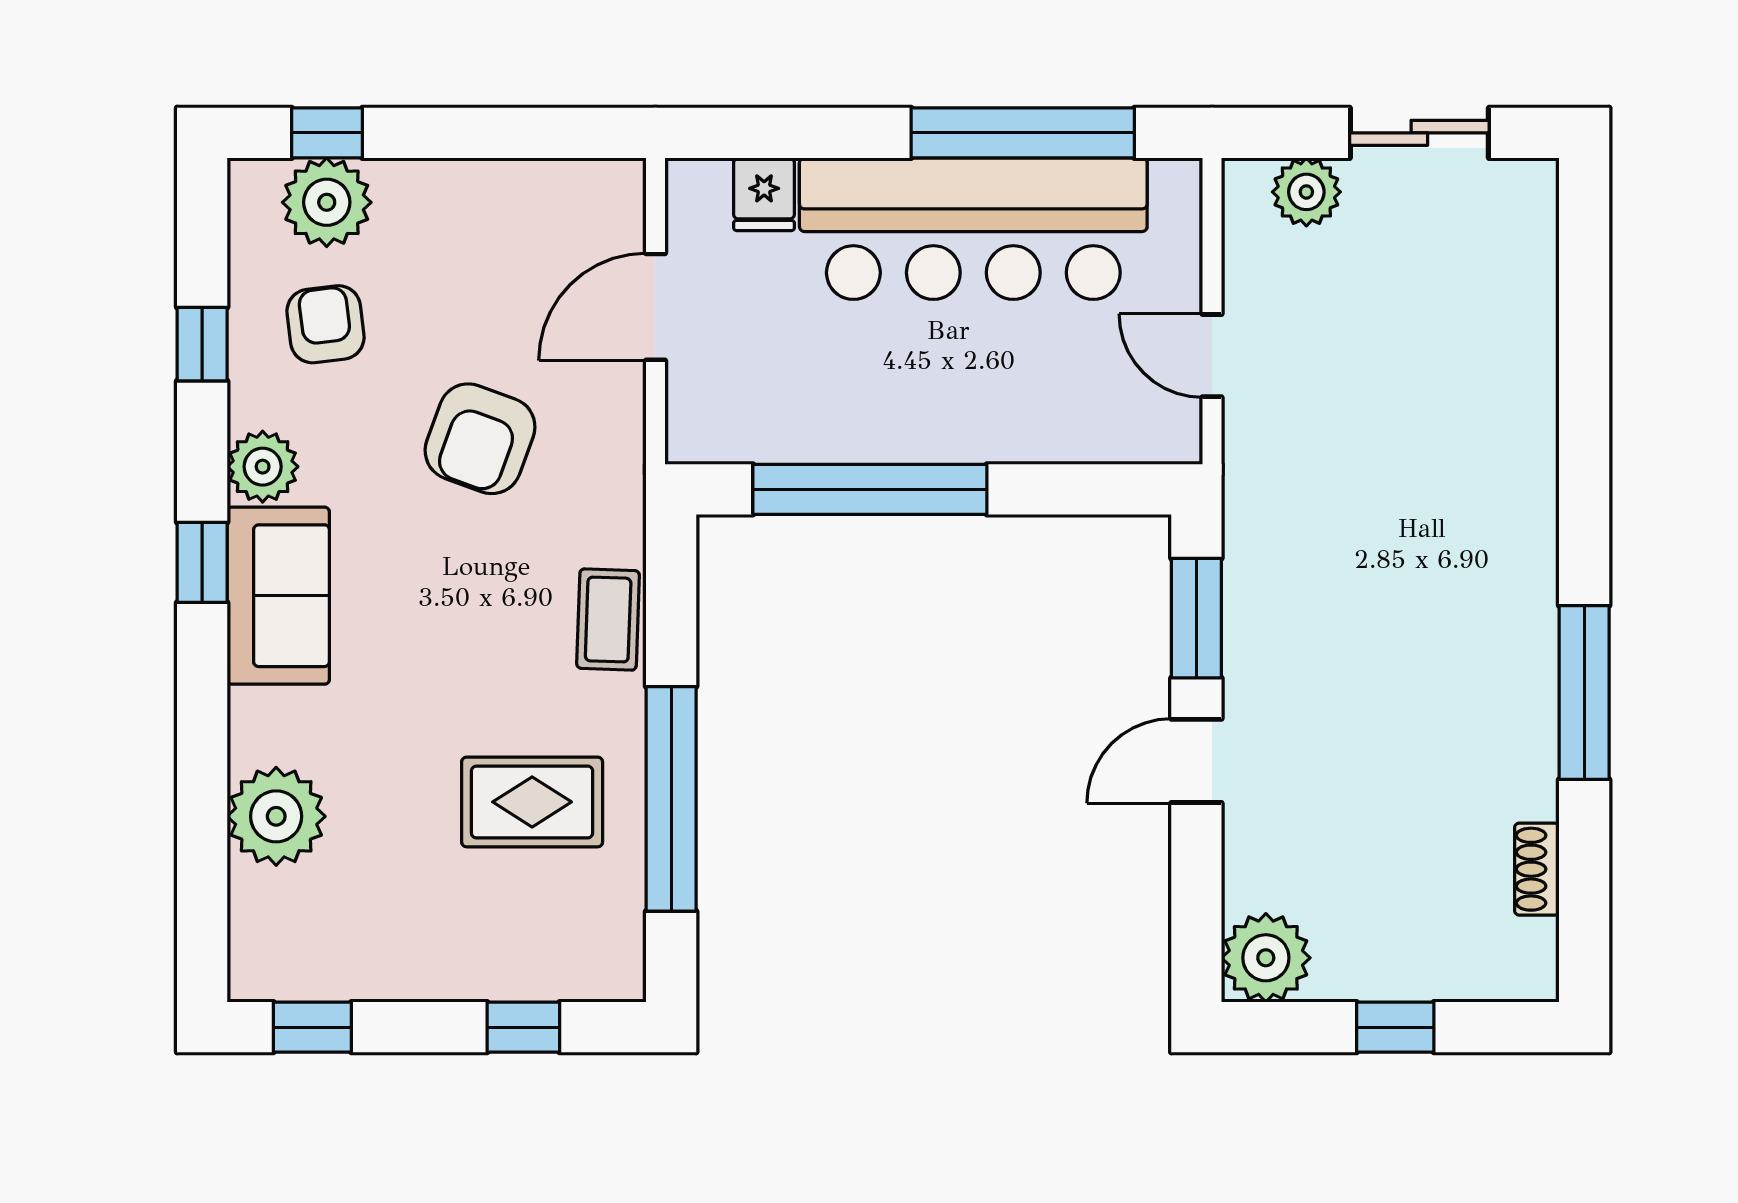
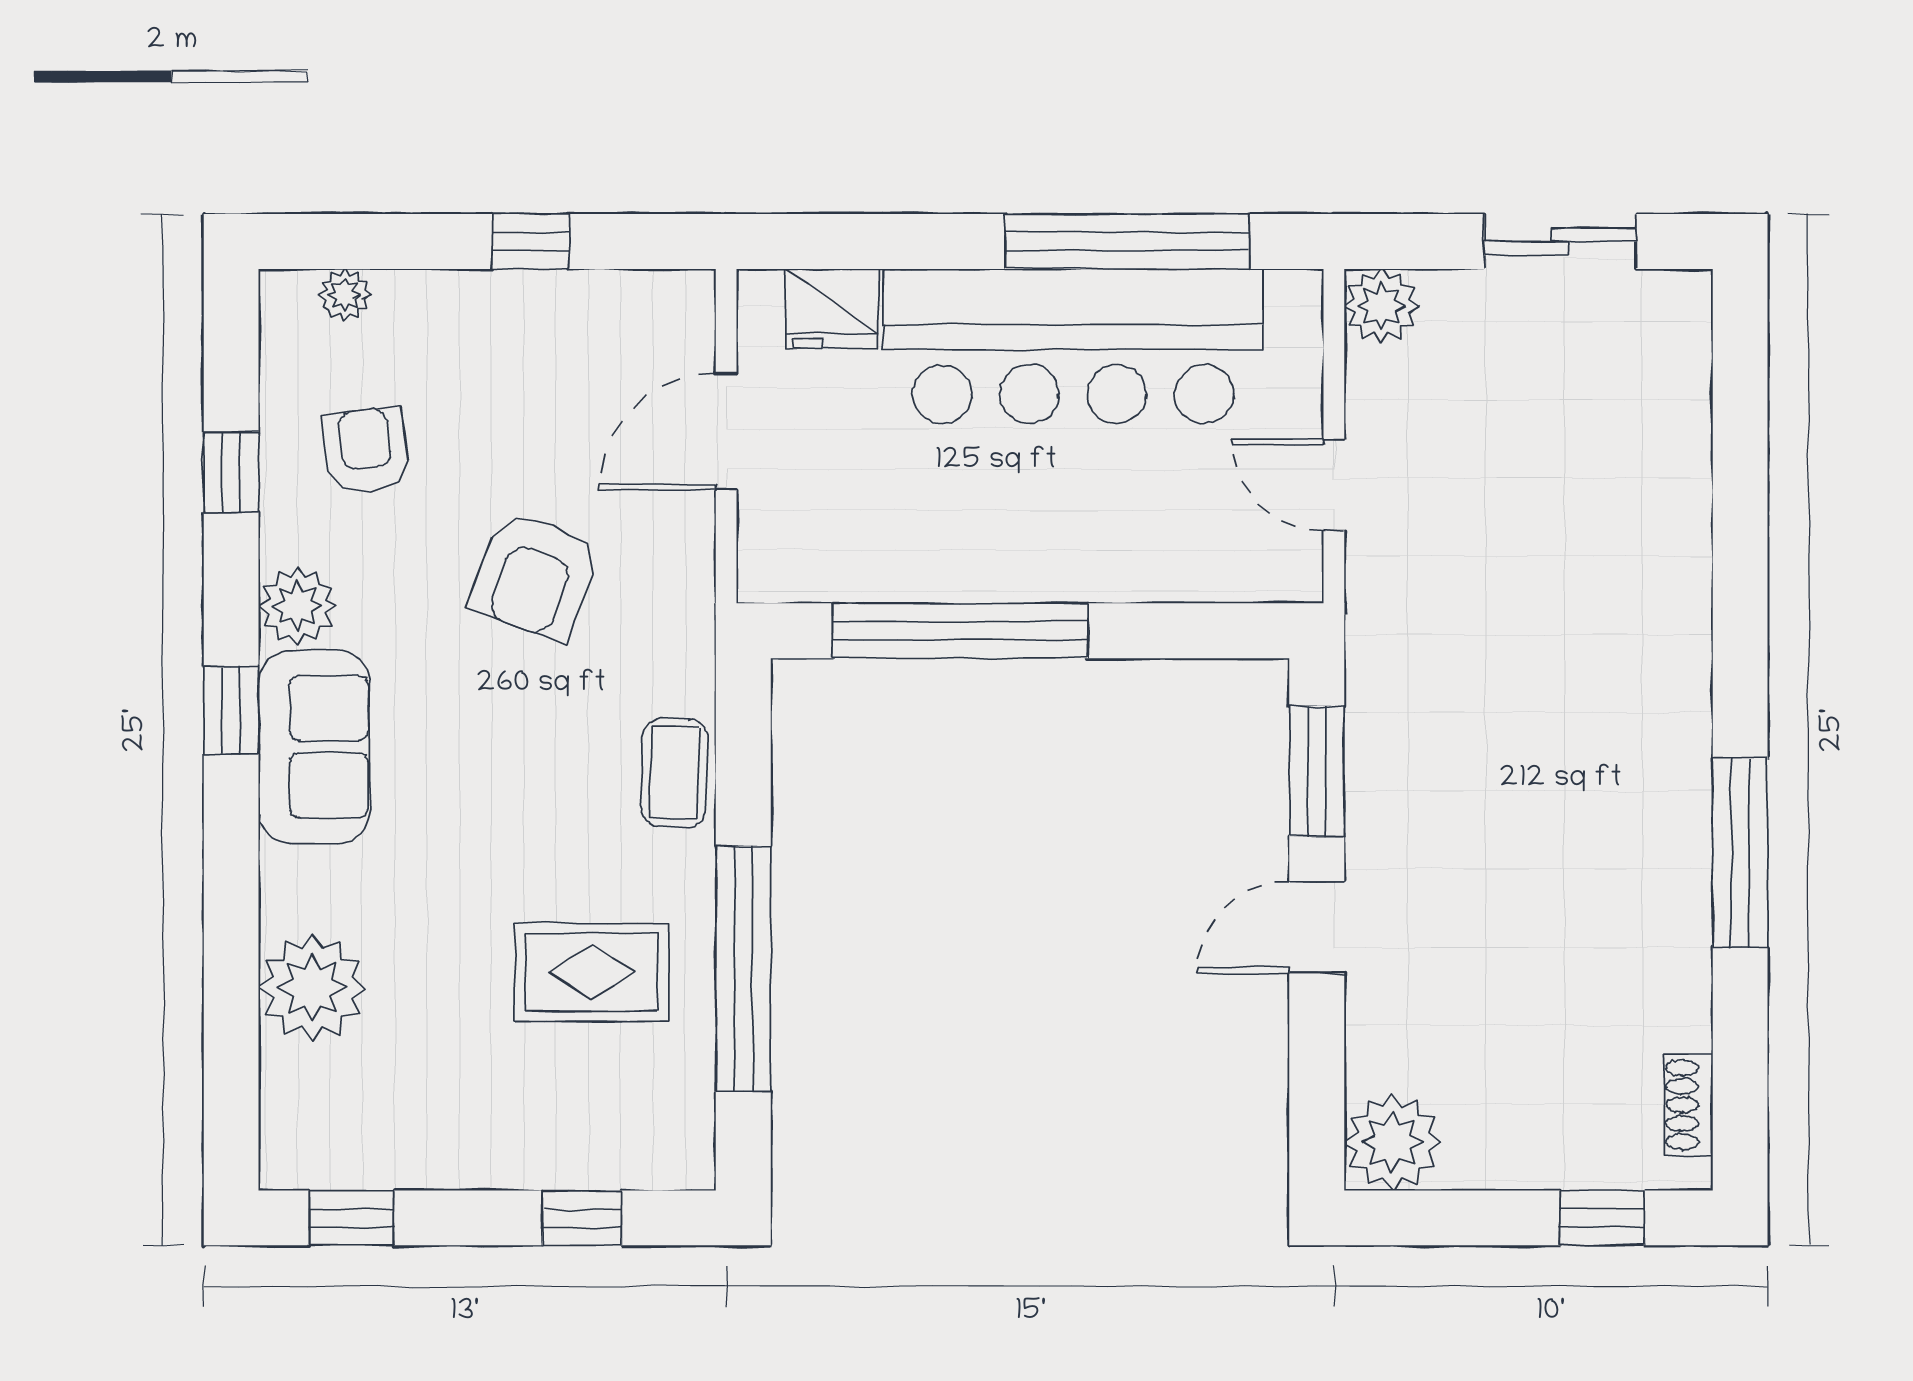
window: (327, 133) -> (531, 241), moved
plant: (1306, 192) -> (1381, 306), moved
fridge: (764, 194) -> (832, 308), width x1.38
plant: (327, 202) -> (345, 295), width x0.53, depth x0.53
shoe rack: (1537, 869) -> (1688, 1105), moved
window: (1395, 1027) -> (1602, 1218), moved

